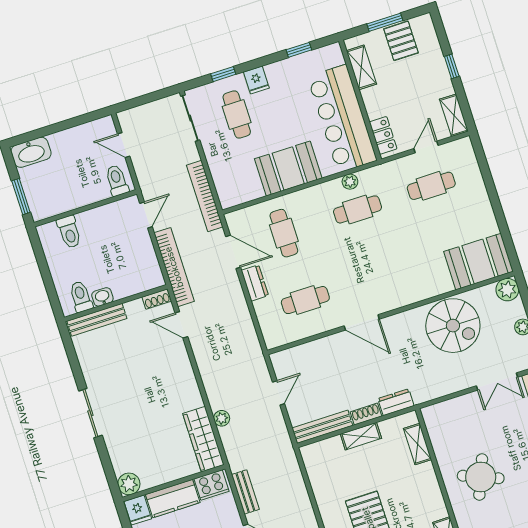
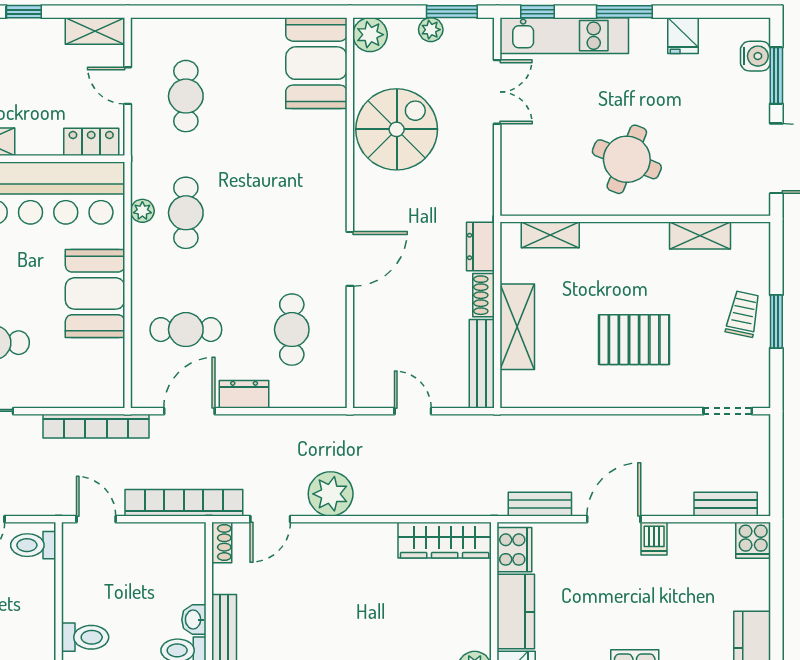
plant: (222, 418) -> (331, 494), moved, width x1.88, depth x1.88
shelving: (361, 436) -> (517, 327), width x1.50, depth x1.33

